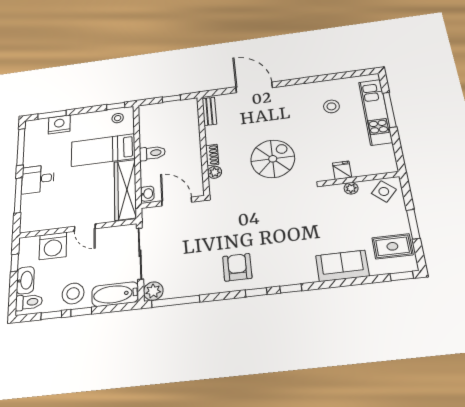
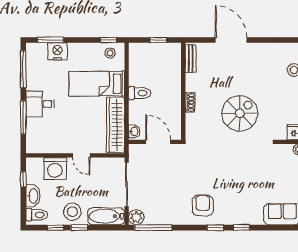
plant: (215, 172) -> (191, 119), removed

